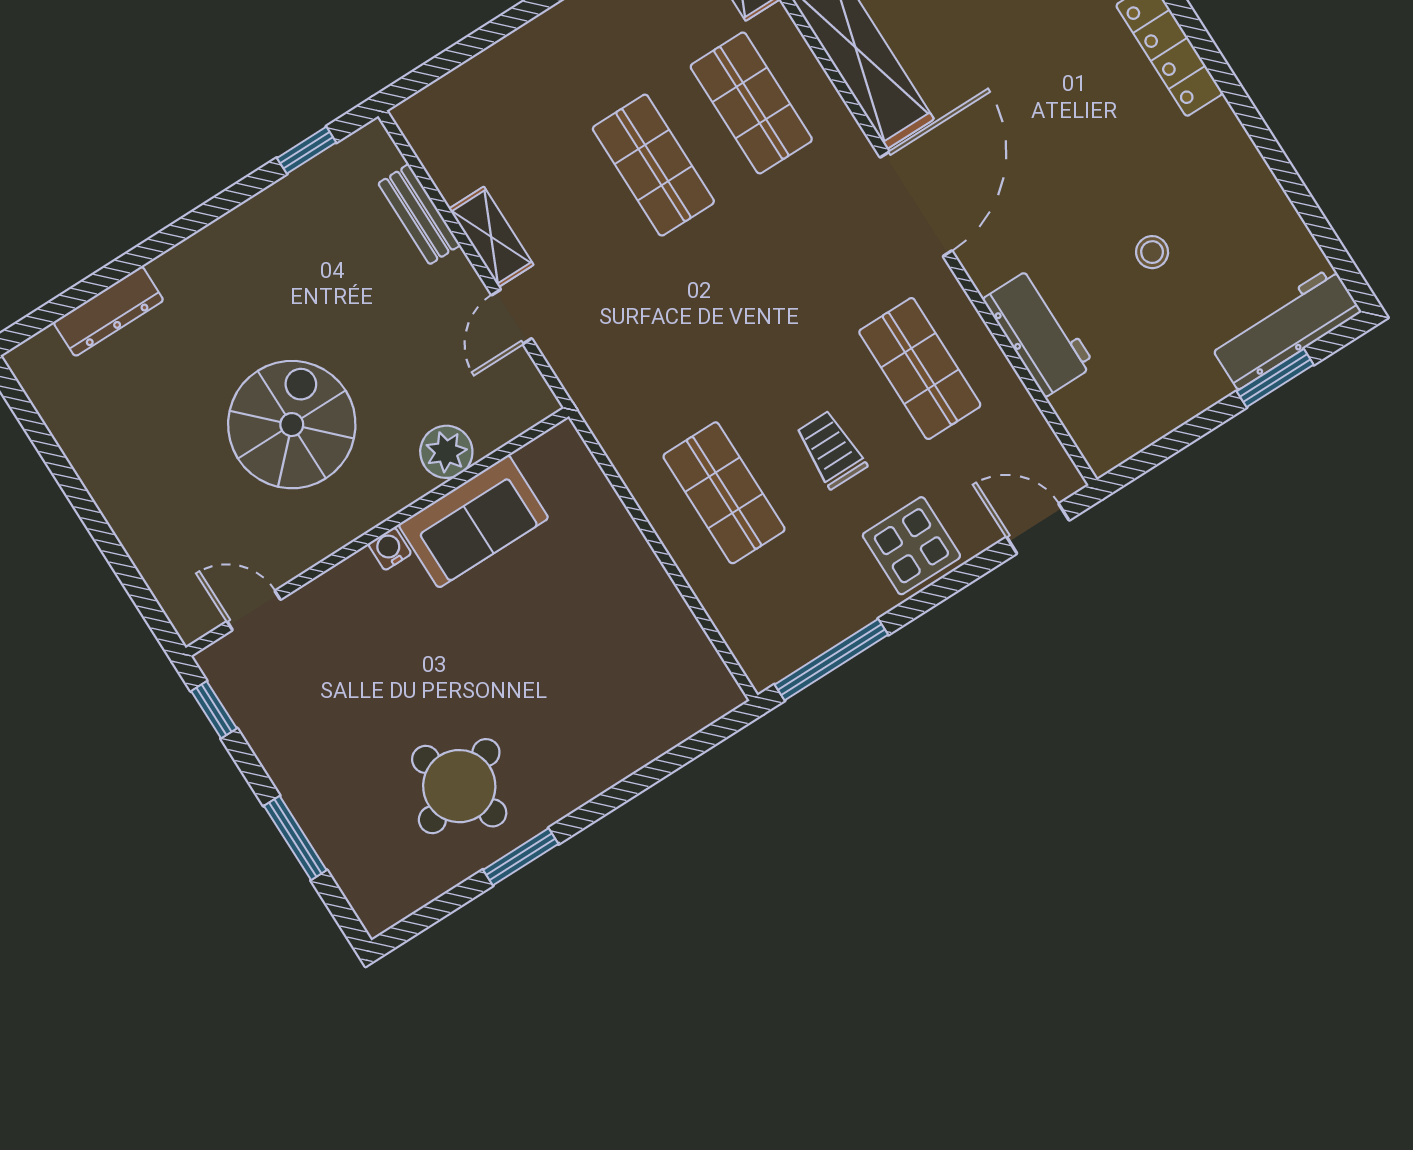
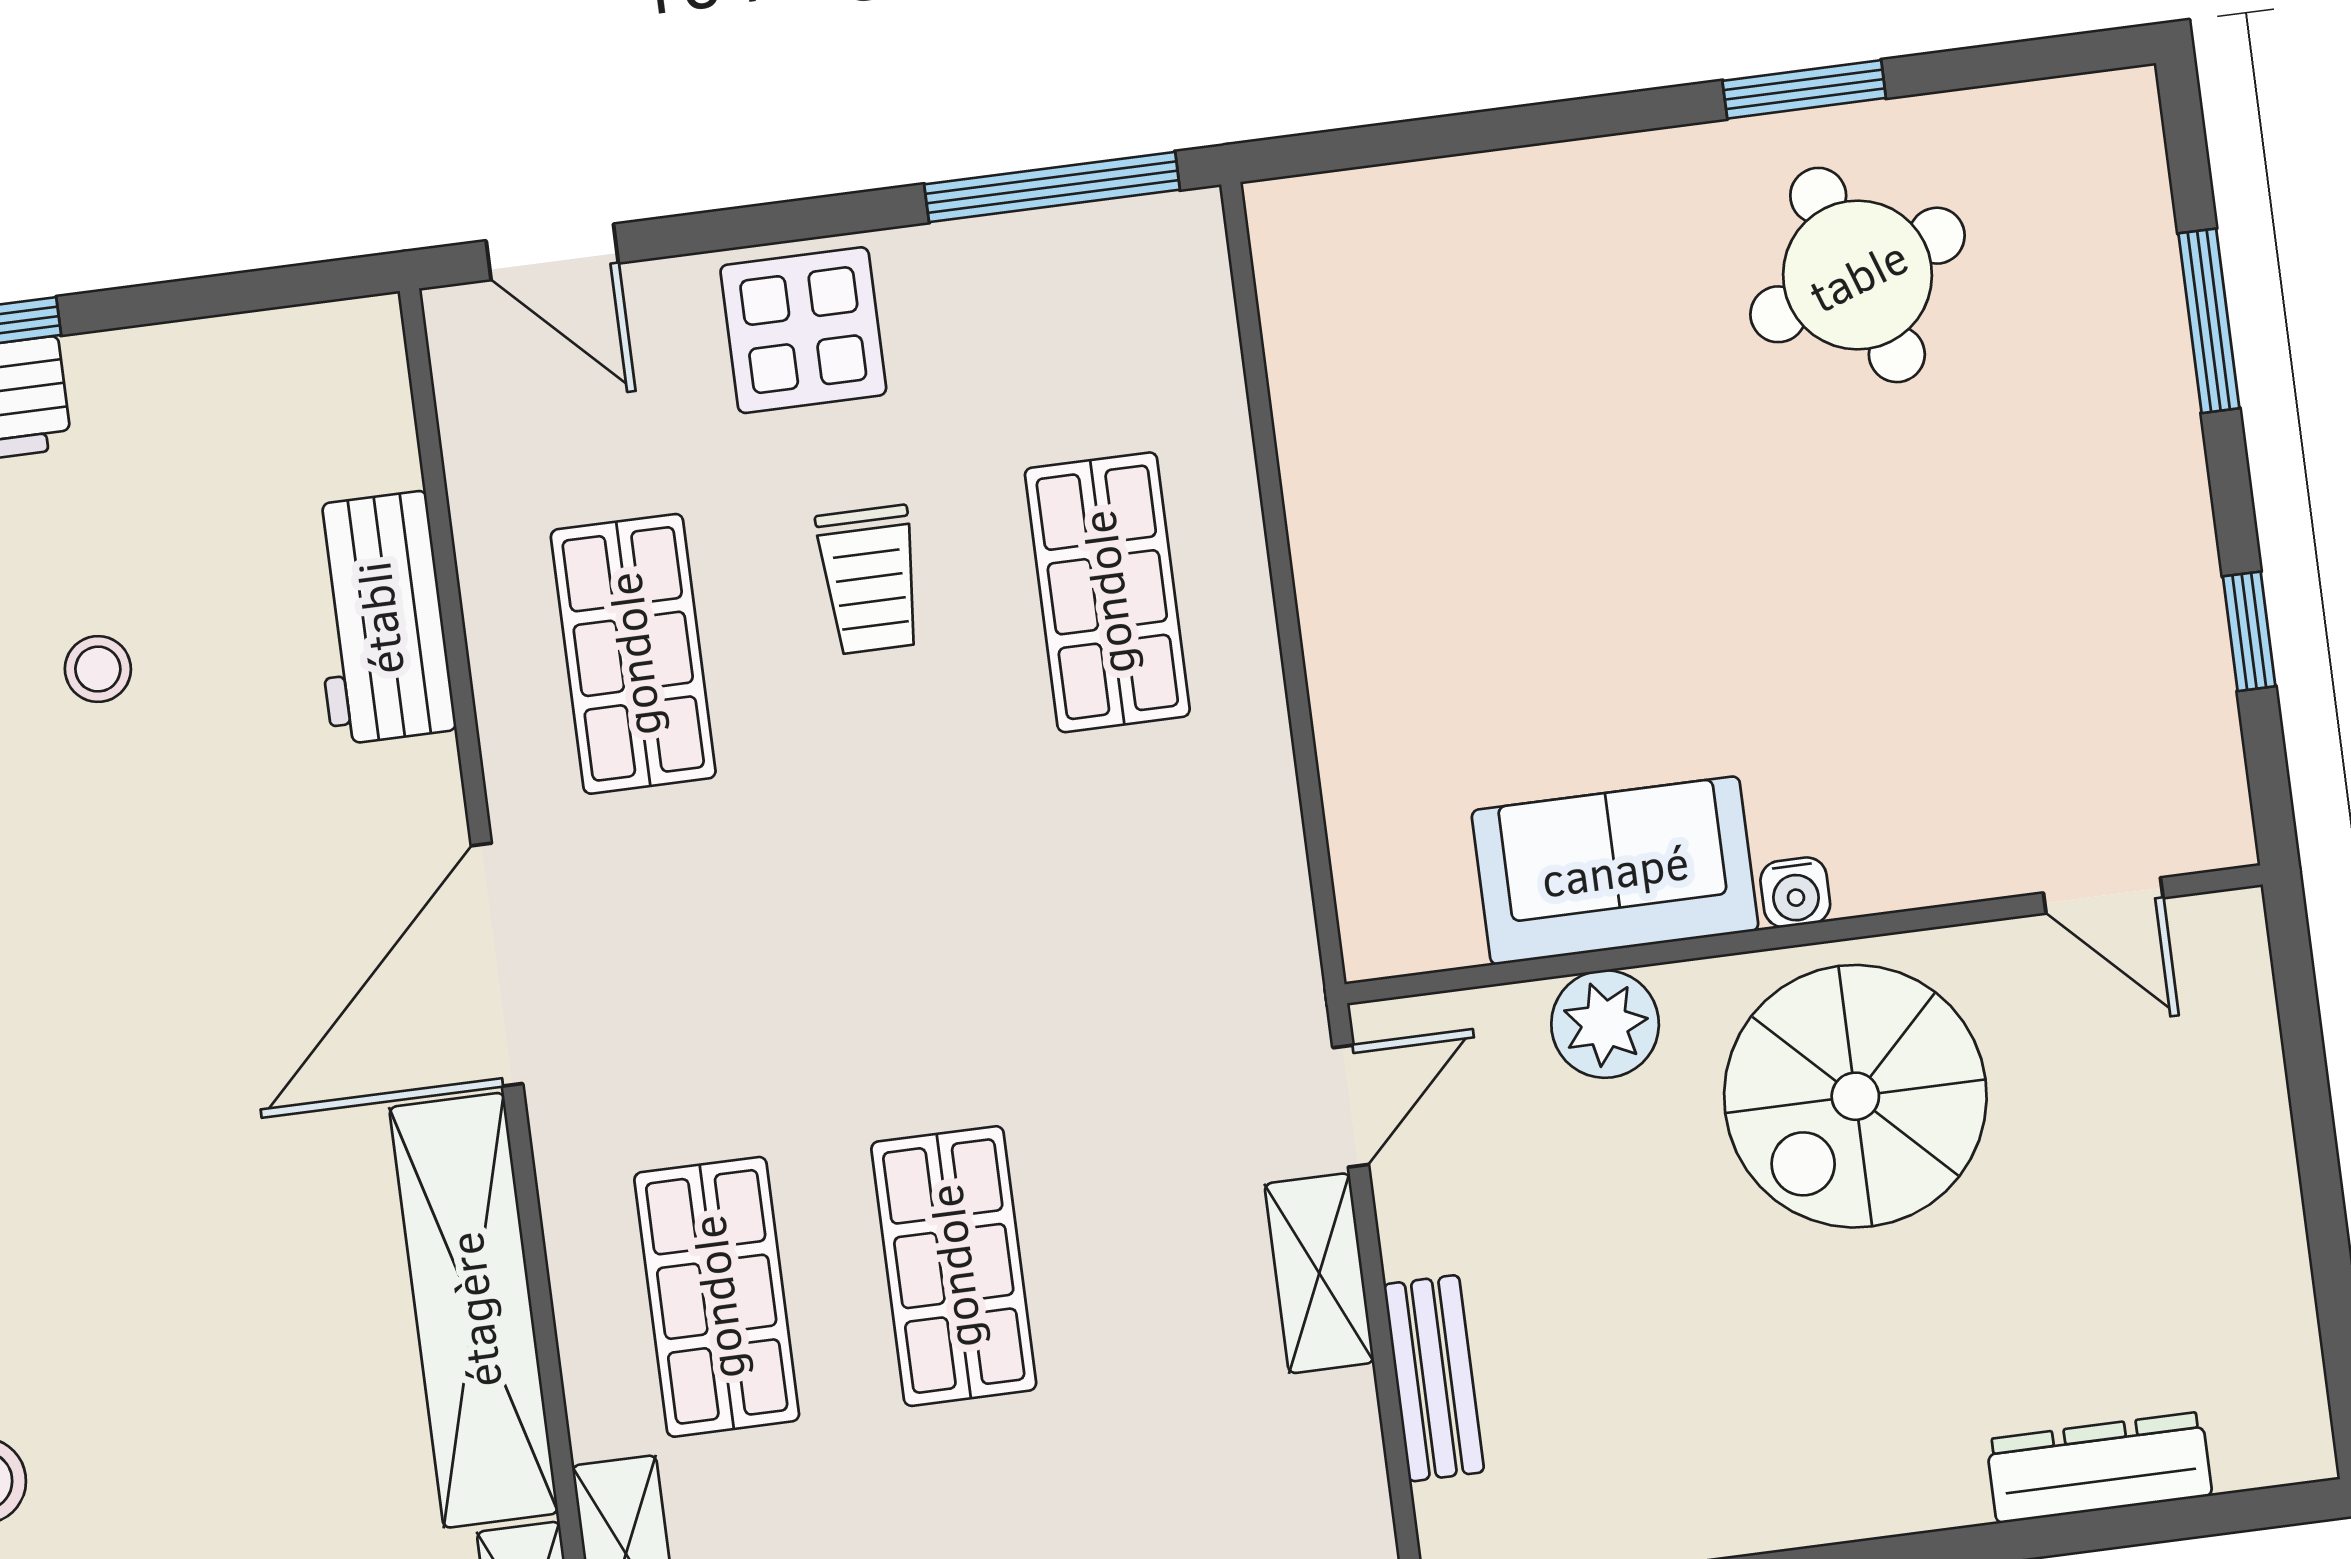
plant: (446, 452) -> (1605, 1024), moved
sofa: (473, 521) -> (1615, 870), moved
wall: (377, 532) -> (1804, 934), moved
water cooler: (390, 549) -> (1795, 892), moved
door: (254, 610) -> (2103, 895), moved

